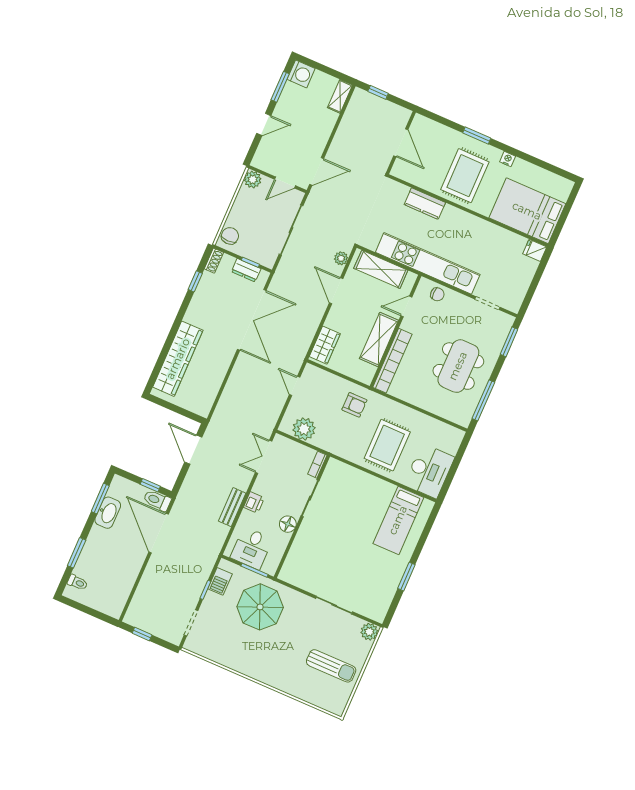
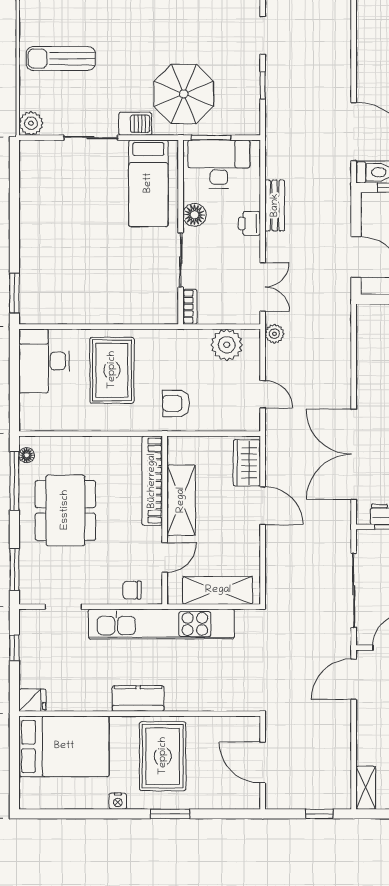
kitchen counter: (425, 204) -> (138, 699), moved
plant: (341, 258) -> (274, 334), moved
window: (532, 290) -> (14, 648), added
door: (336, 291) -> (263, 506), moved
floor lamp: (468, 414) -> (27, 455), added
bed: (398, 520) -> (148, 183), moved, turned 180
desk: (252, 548) -> (219, 164), width x1.37
window: (406, 577) -> (14, 293), moved
barbecue: (220, 581) -> (135, 124), moved, turned 90

